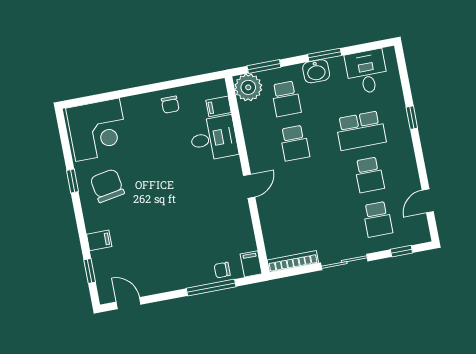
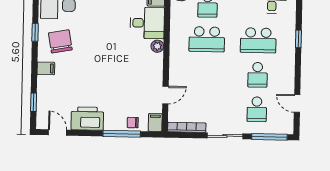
school desk: (295, 143) -> (207, 39), width x1.85
plant: (233, 165) -> (157, 46), added
door: (249, 186) -> (165, 95), moved
door: (428, 201) -> (297, 104), hinge flipped
filing cabinet: (99, 240) -> (46, 68), moved
window: (401, 251) -> (269, 137), width x2.17
printer: (163, 277) -> (87, 119), added

